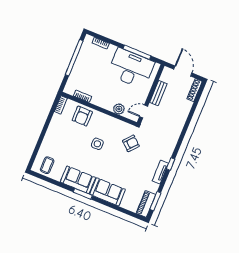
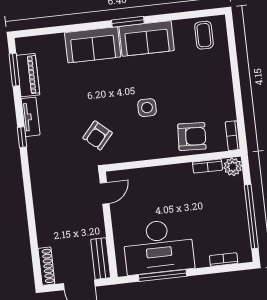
bench: (158, 93) -> (101, 258), moved
plant: (119, 109) -> (233, 167), moved
armchair: (82, 116) -> (192, 137), turned 93
piano: (146, 204) -> (28, 75), moved

